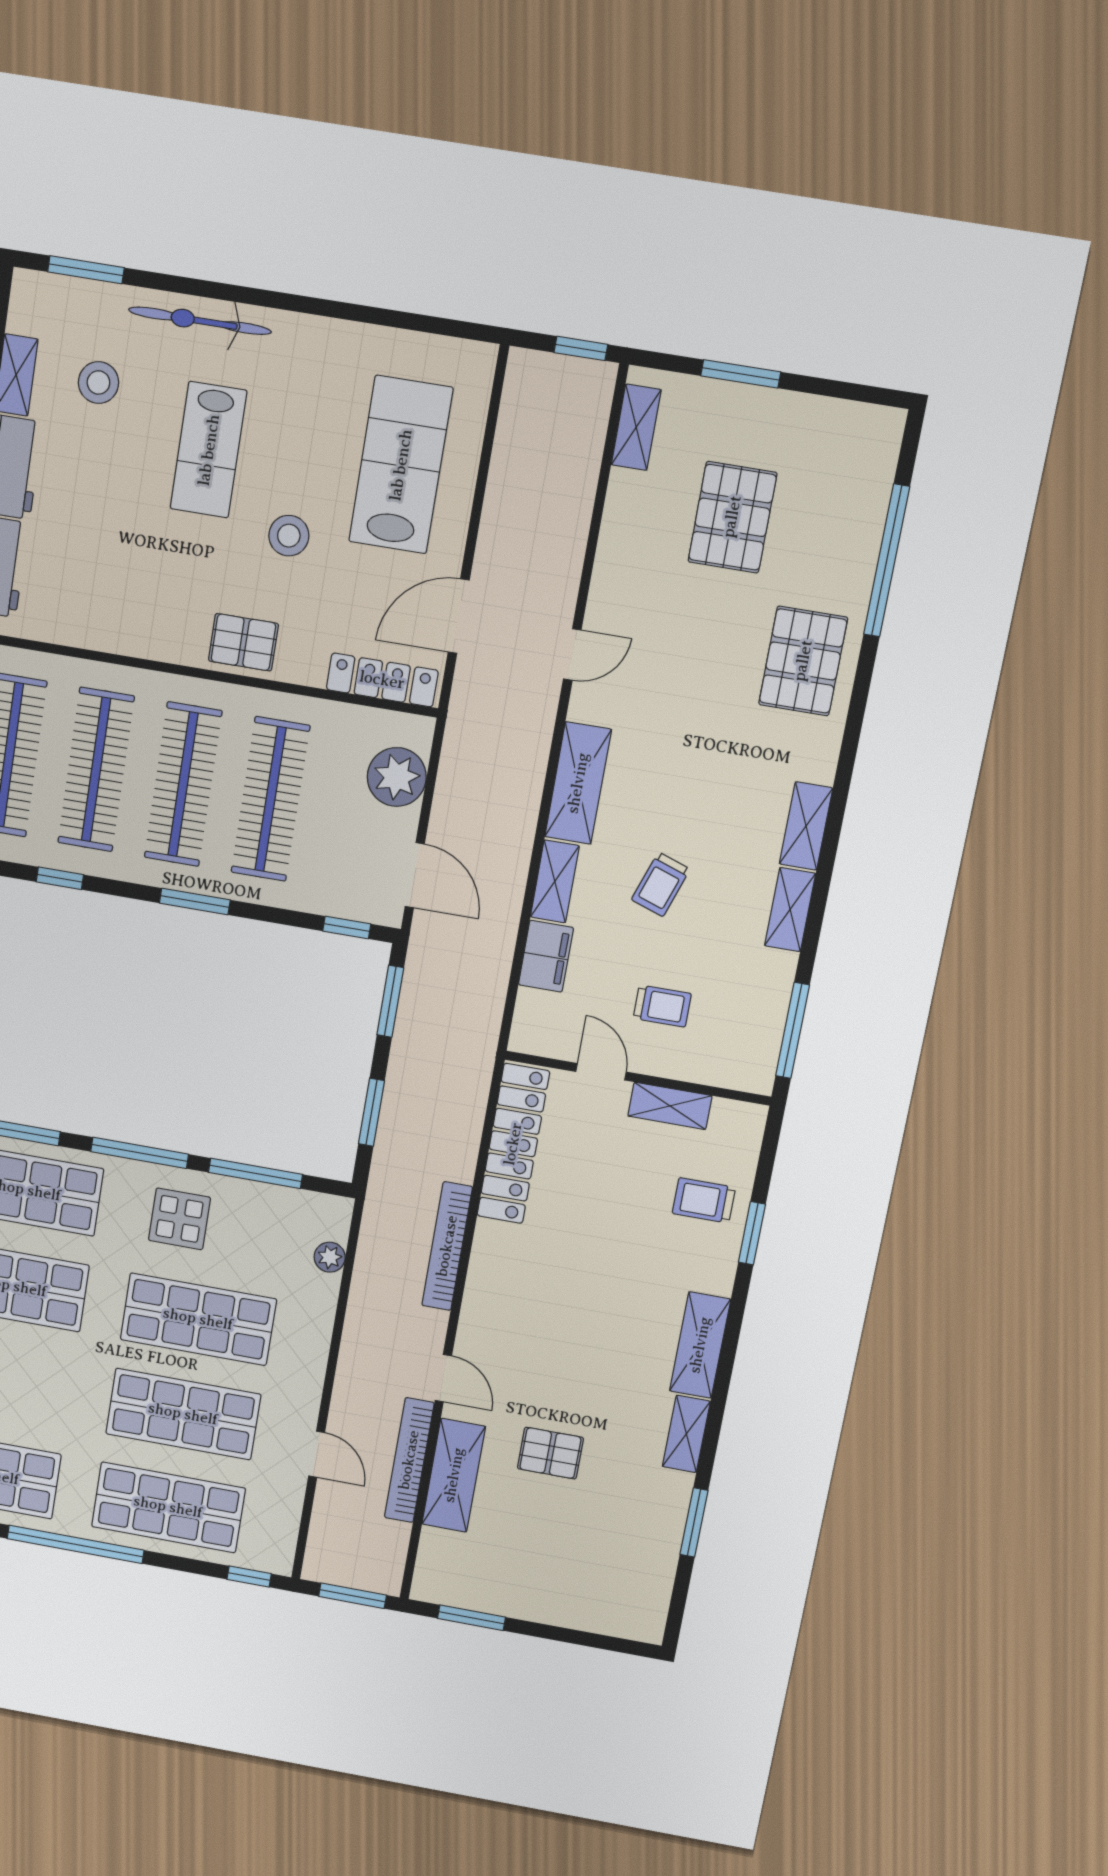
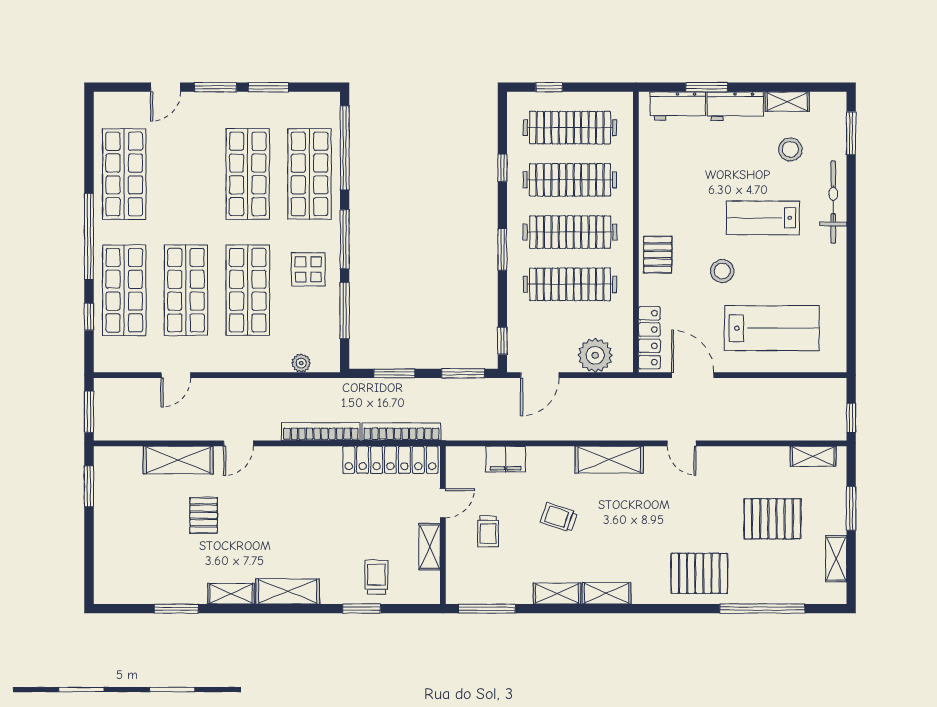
shelving: (555, 881) -> (836, 559), moved, turned 90
bookcase: (409, 1460) -> (401, 432), moved
window: (249, 1577) -> (89, 317), moved

